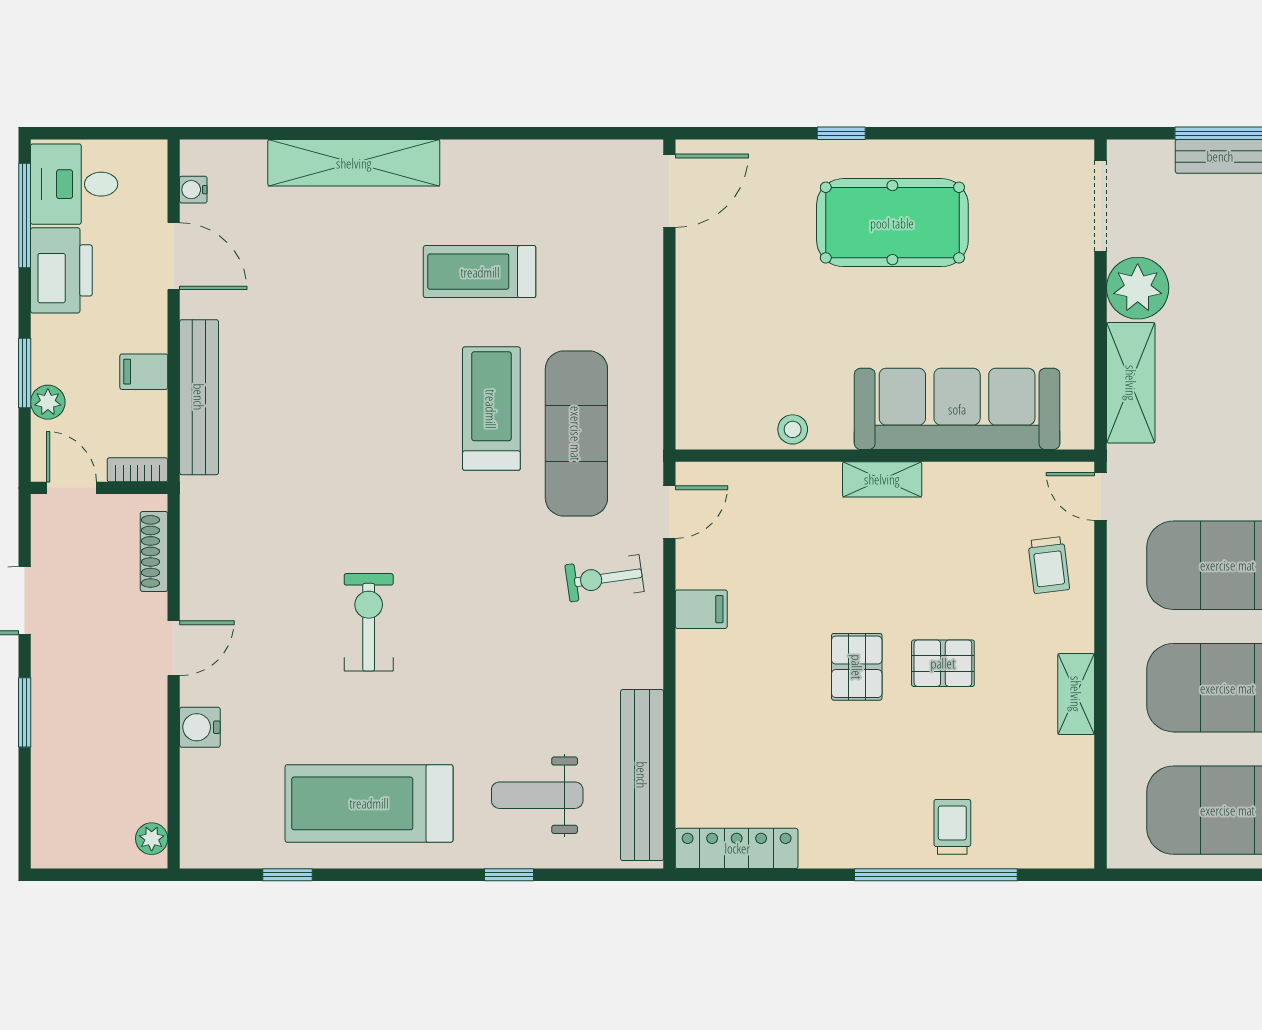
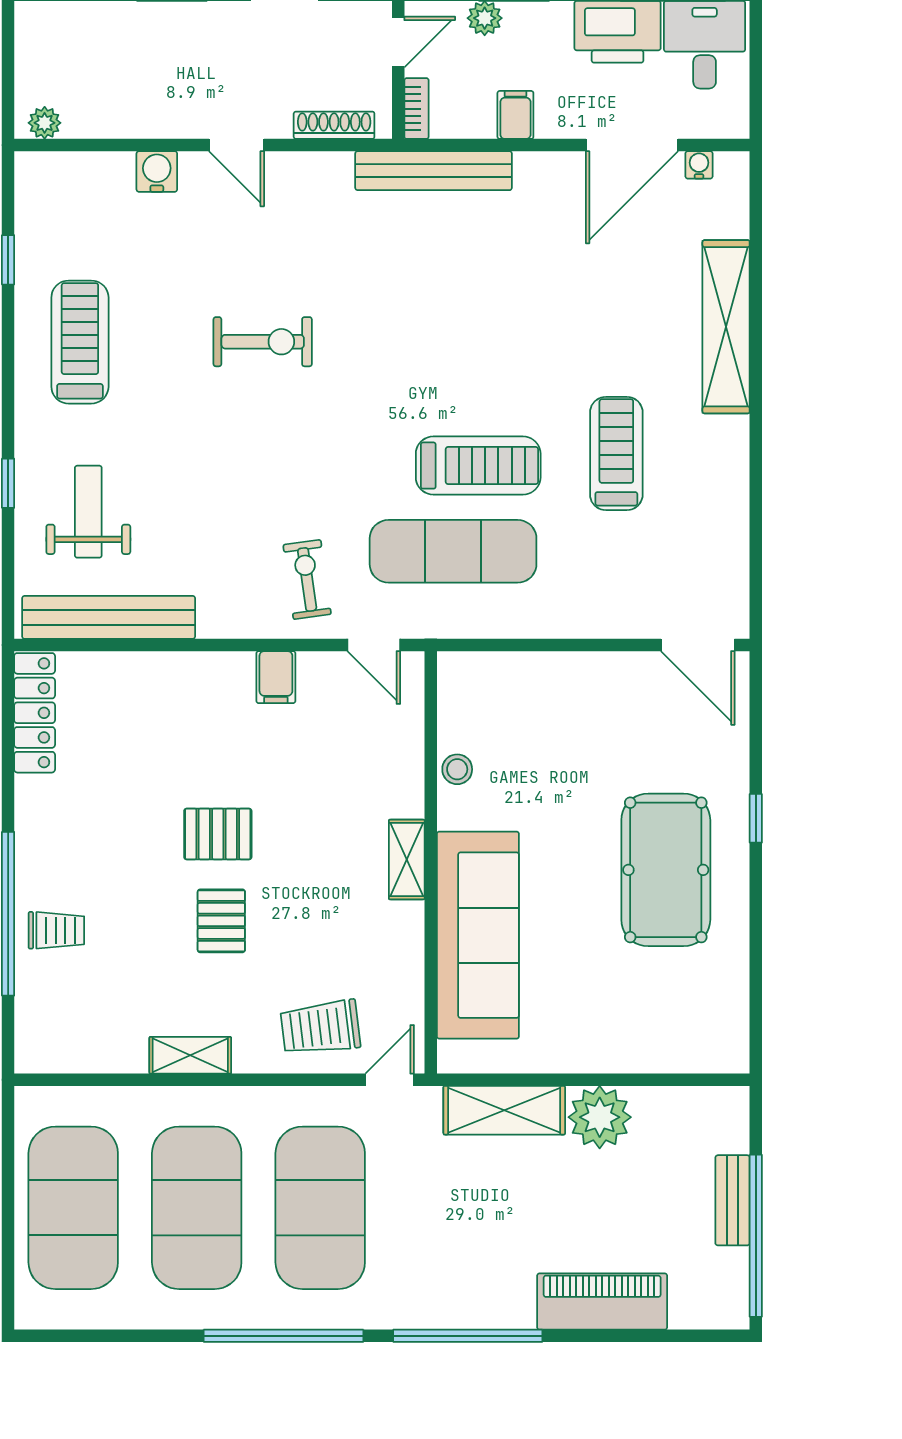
doorway: (1101, 206) -> (682, 1080), removed
door: (174, 256) -> (632, 145), width x1.36
bench: (199, 397) -> (434, 171), moved
trolley: (1049, 565) -> (320, 1028), width x1.36, depth x1.39
treadmill: (369, 803) -> (80, 342), width x0.73, depth x0.73

